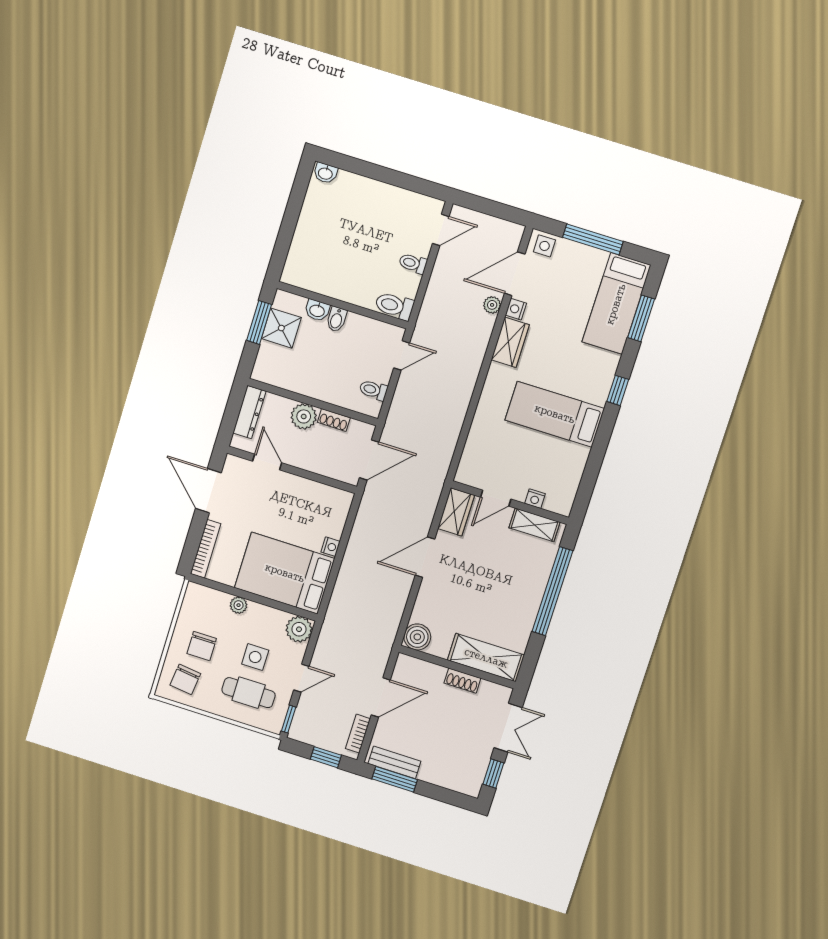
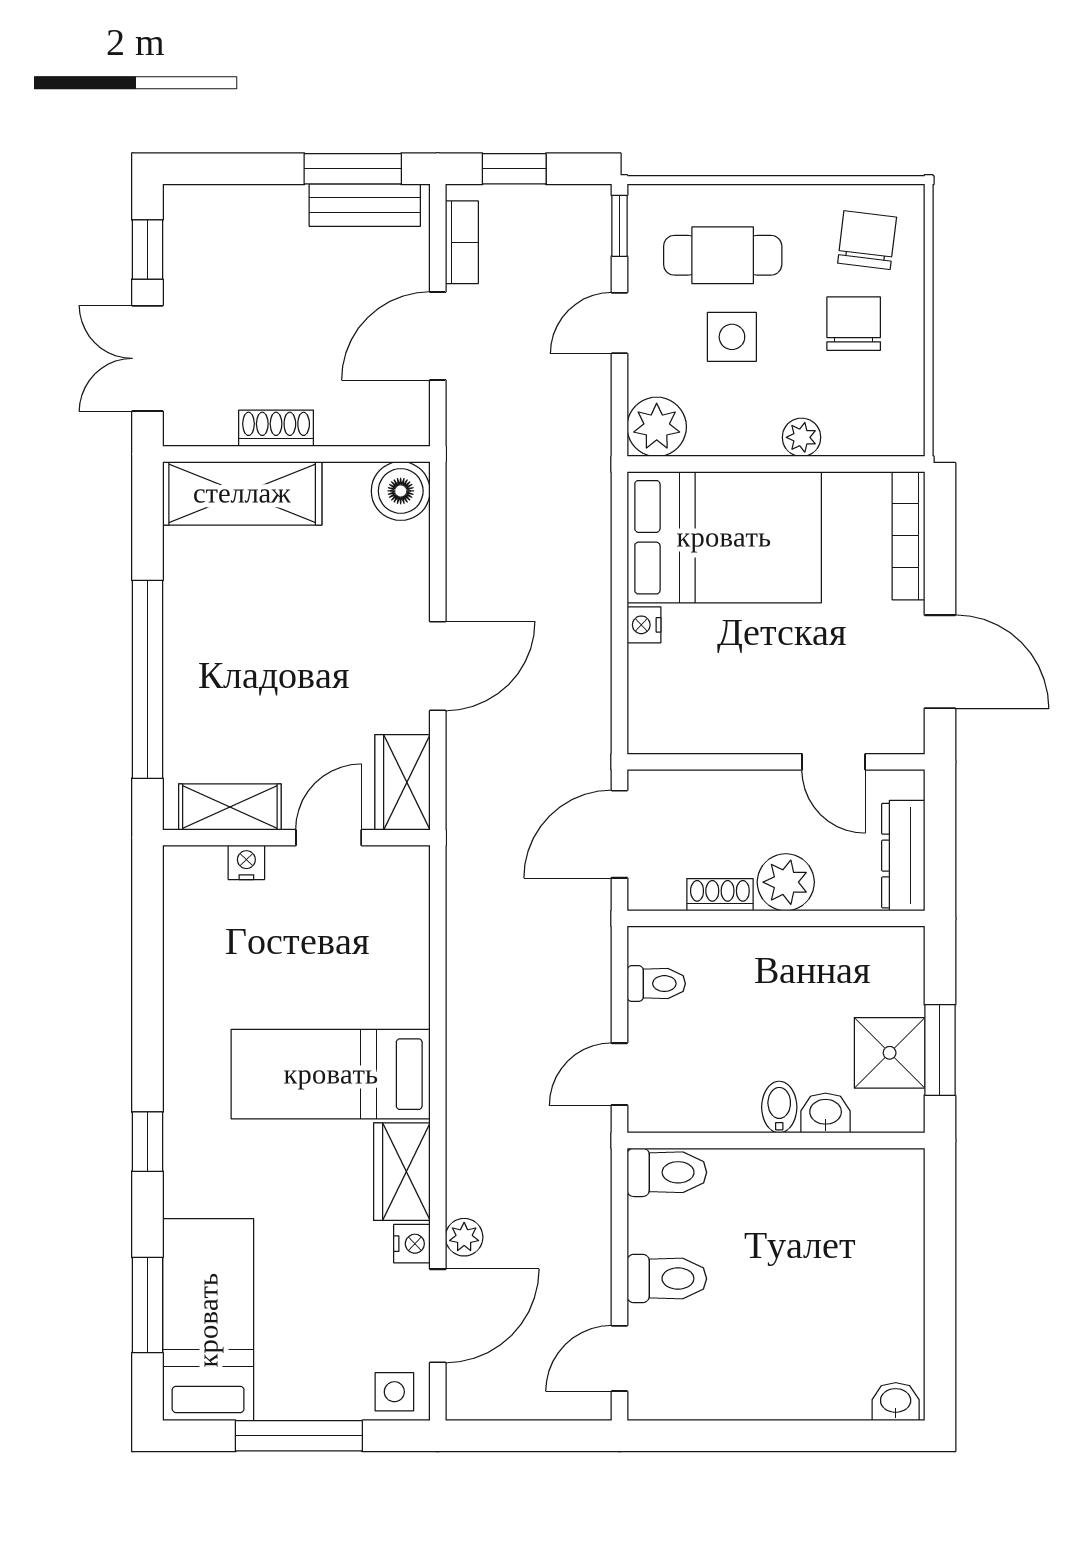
toilet: (413, 263) -> (667, 1279), width x1.37, depth x1.39
bed: (555, 414) -> (331, 1074), moved, turned 180

